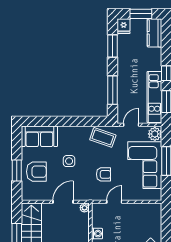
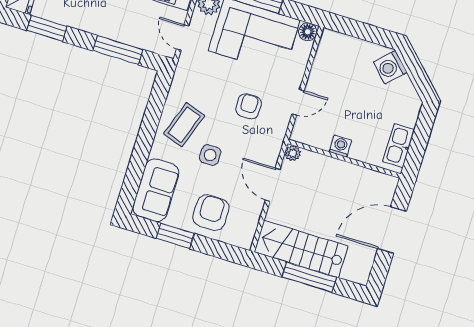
coffee table: (103, 137) -> (184, 125), moved
window: (17, 171) -> (175, 236), moved
floor lamp: (156, 195) -> (308, 32), added
door: (114, 202) -> (298, 102), swing flipped

